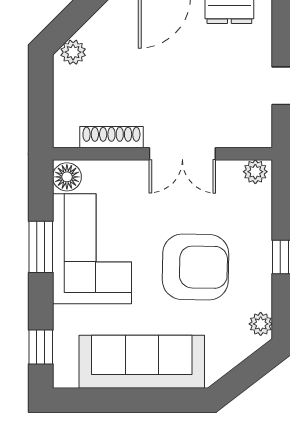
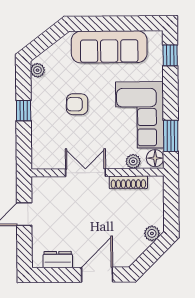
plant: (255, 172) -> (133, 161), moved
window: (41, 247) -> (171, 136), moved
armchair: (196, 267) -> (77, 104), width x0.53, depth x0.53

